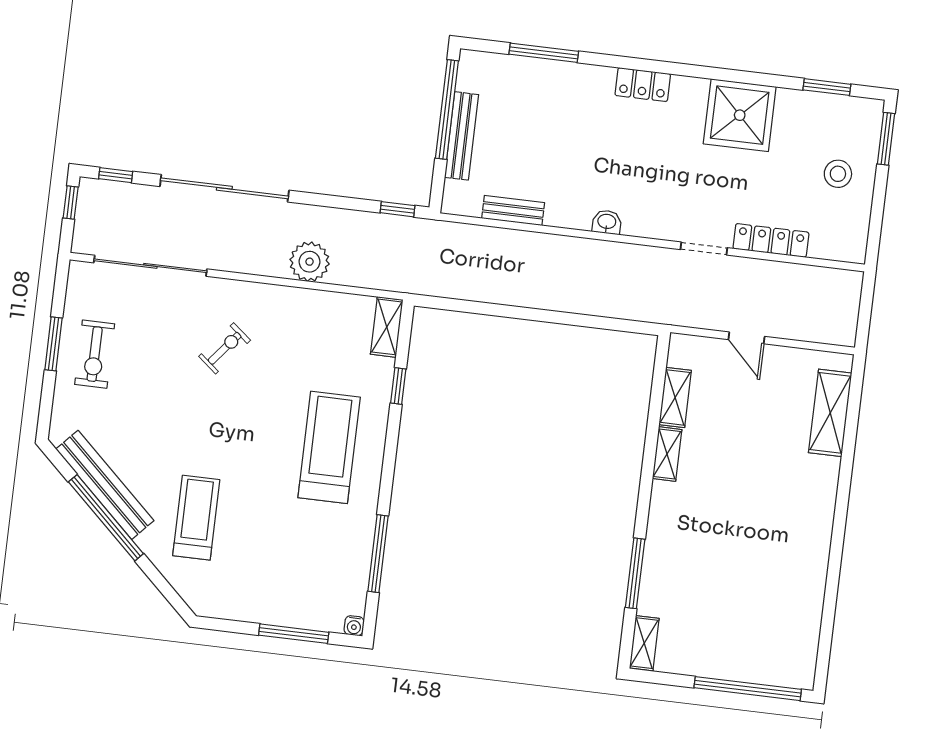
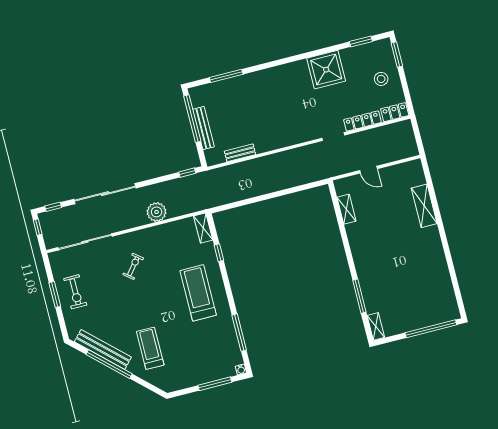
locker: (643, 85) -> (395, 112), moved, turned 180
washbasin: (607, 222) -> (285, 142), removed
shelving: (830, 413) -> (424, 206), moved
shelving: (667, 454) -> (353, 236), removed

